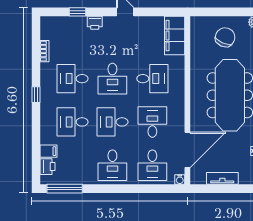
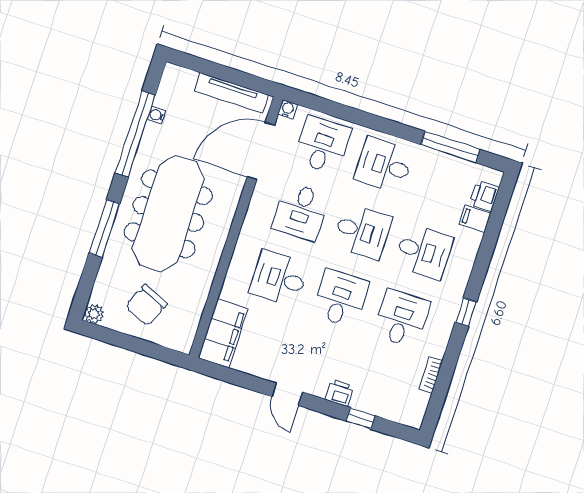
desk: (72, 79) -> (402, 318), turned -90
desk: (112, 165) -> (384, 165), turned -90
tv unit: (222, 178) -> (231, 93), width x1.41
window: (65, 189) -> (450, 147), moved

